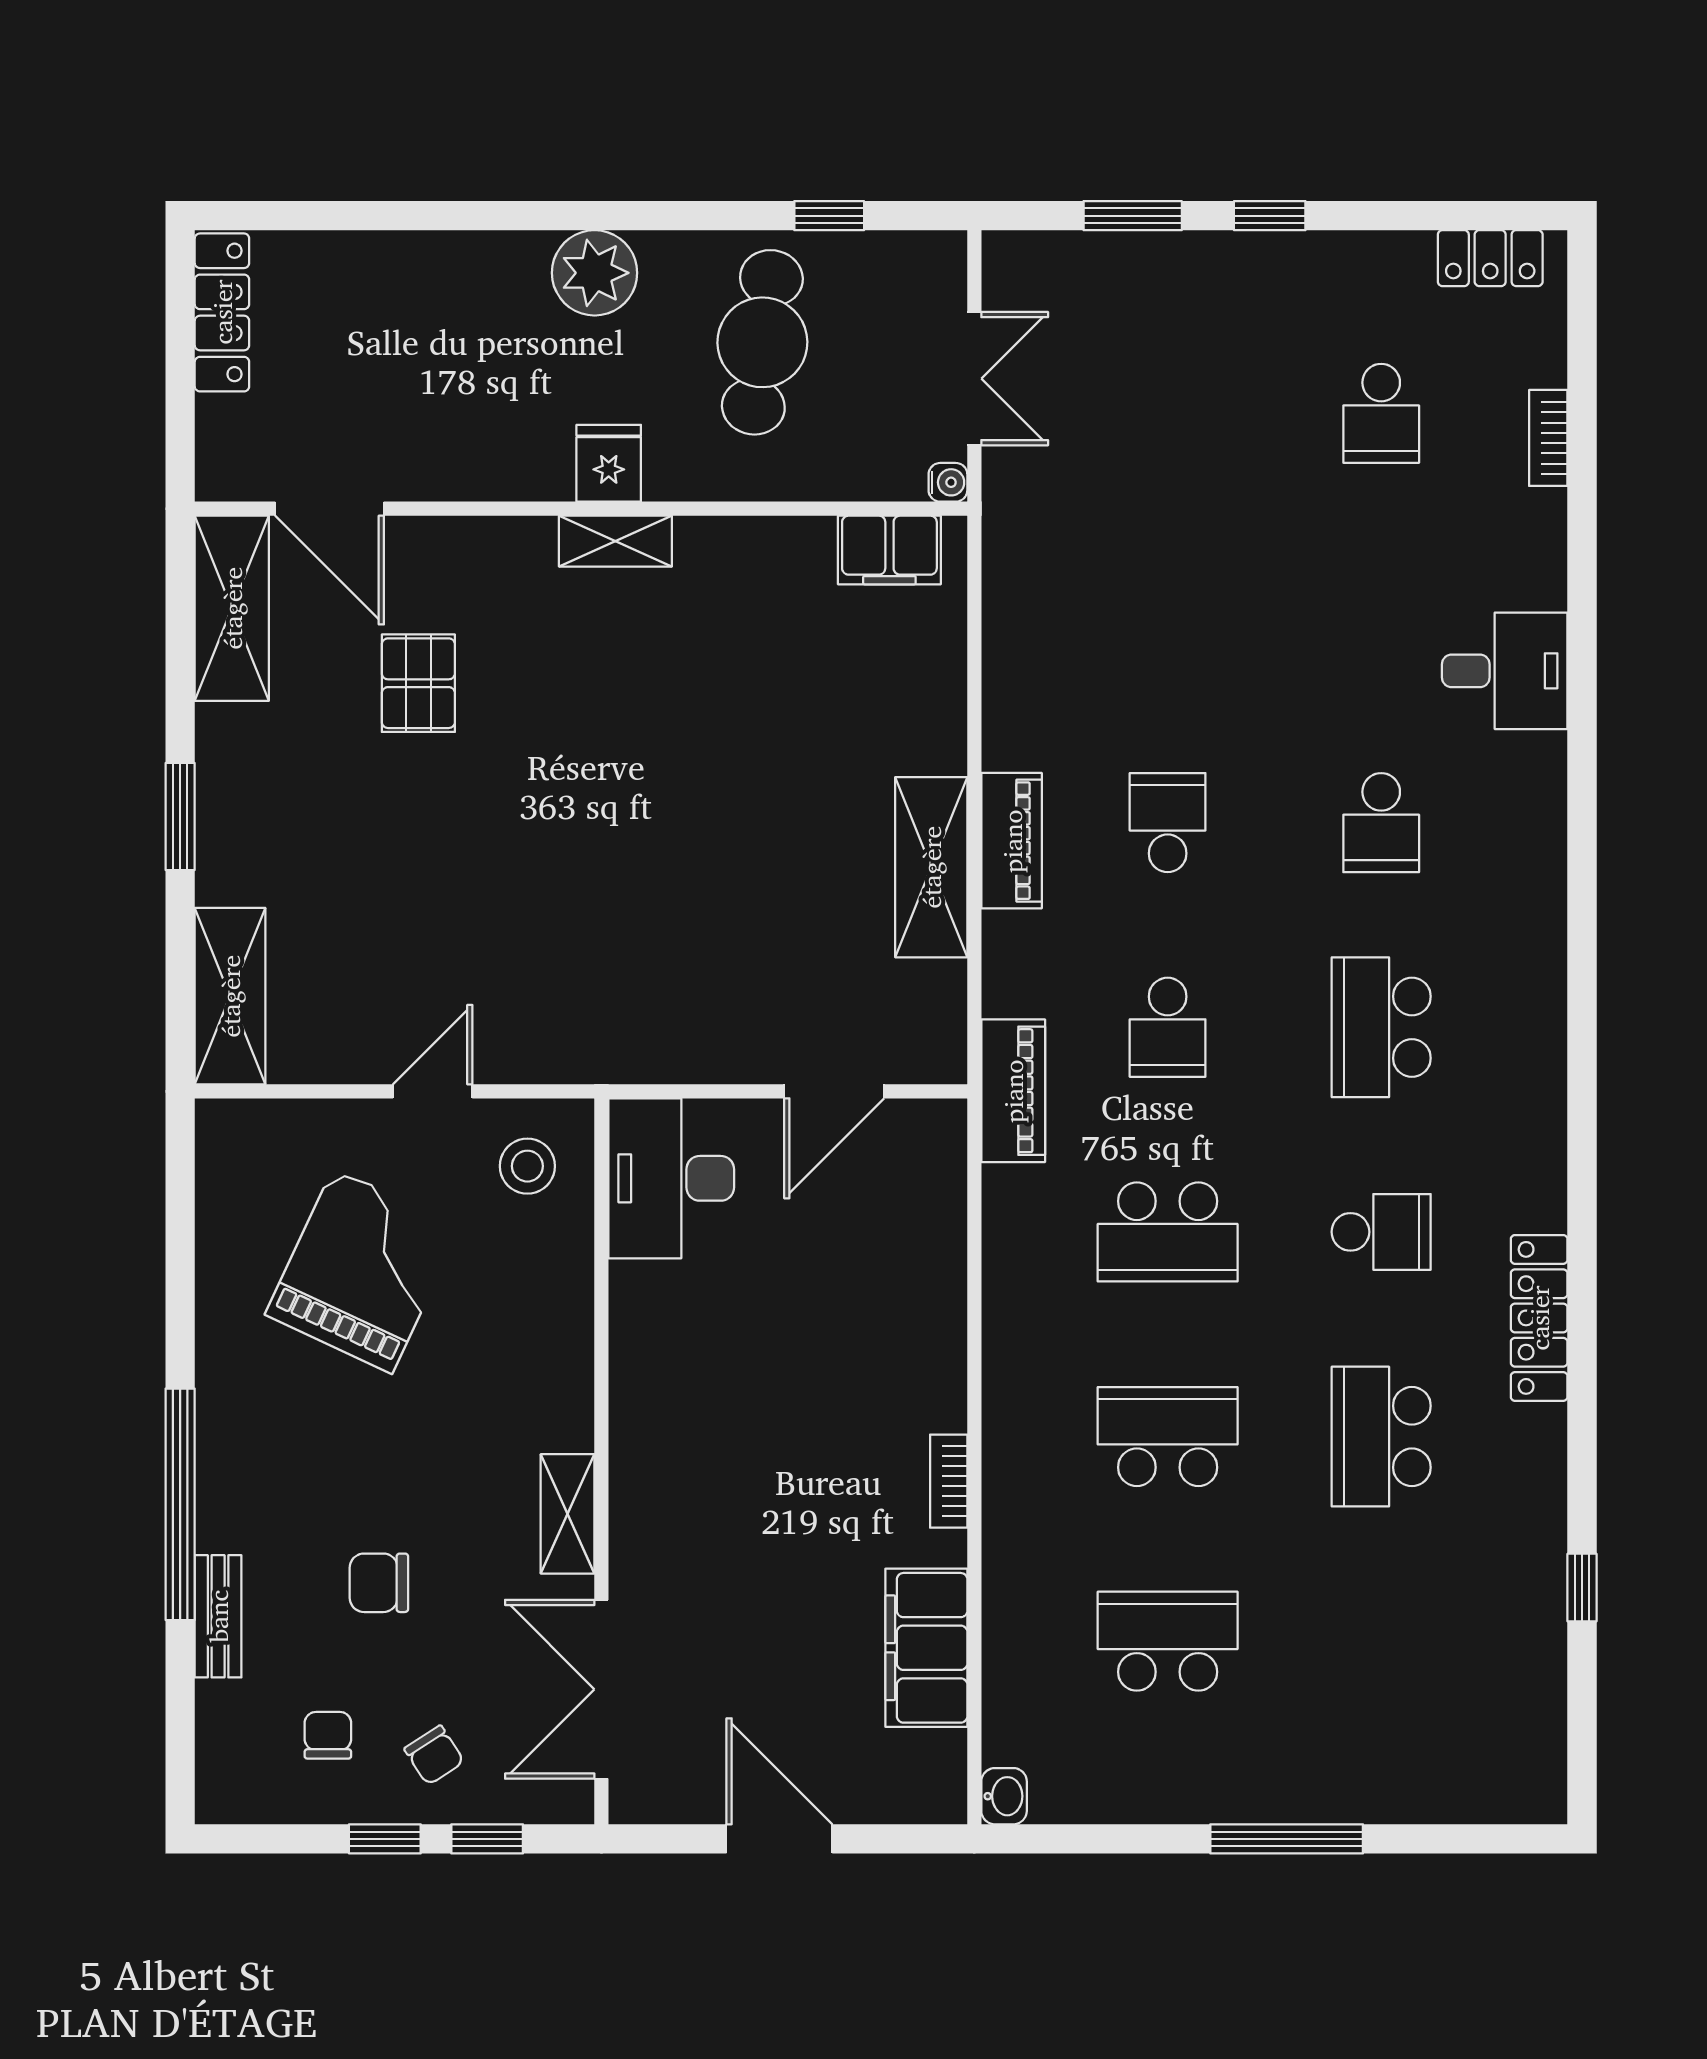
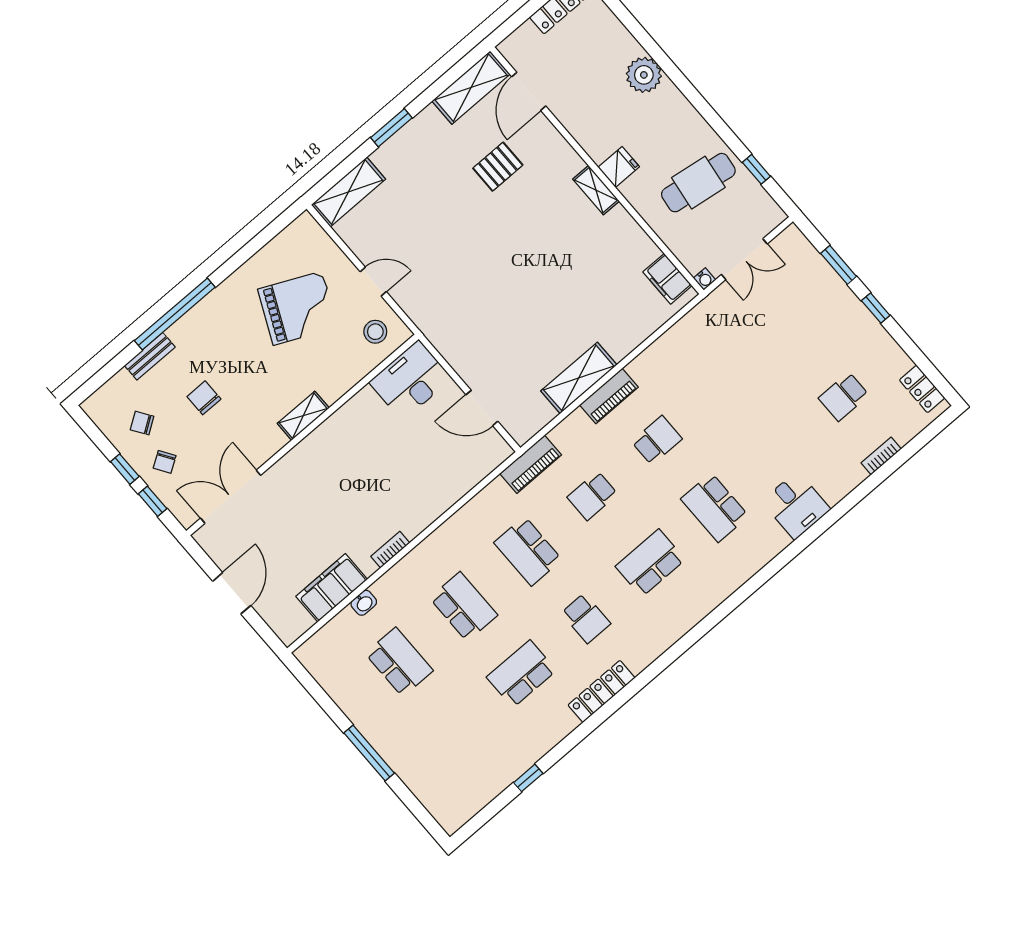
plant: (595, 273) -> (644, 75), moved
school desk: (1381, 823) -> (715, 508), width x1.85
shelving: (568, 1514) -> (303, 416), moved
chair: (328, 1735) -> (142, 423), turned -124
washbasin: (1004, 1796) -> (364, 603), moved

